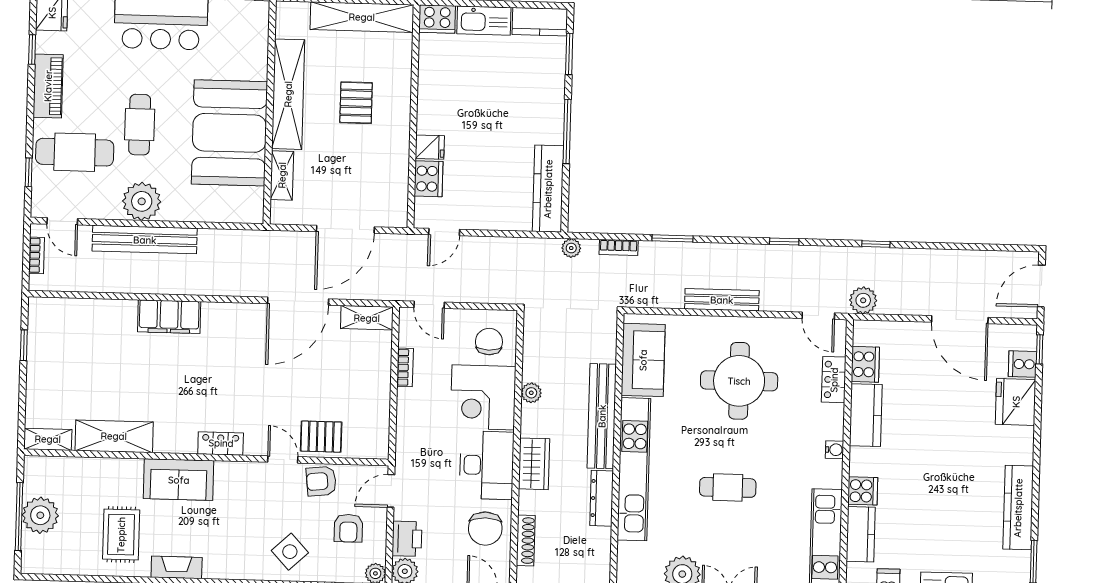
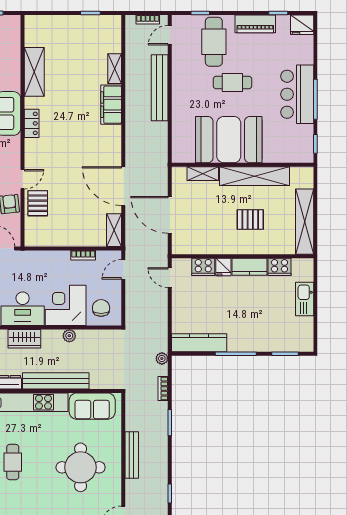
cooker: (437, 19) -> (279, 267), moved, turned -90
kitchen counter: (540, 22) -> (249, 267), moved, turned -90
plant: (142, 201) -> (184, 85), removed
chair: (489, 342) -> (101, 308), turned -90
shelving: (48, 439) -> (115, 69), moved
locker: (221, 443) -> (32, 123), moved

